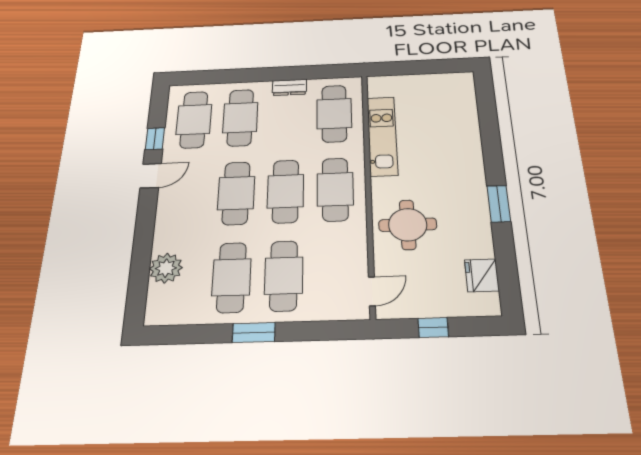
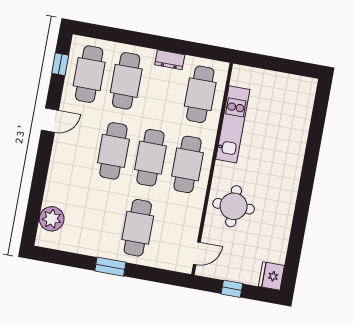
window: (155, 139) -> (60, 64), moved
window: (499, 204) -> (303, 204), removed
plant: (166, 268) -> (52, 219), moved
fridge: (482, 275) -> (271, 276), moved
cafe table: (232, 277) -> (101, 221), removed

